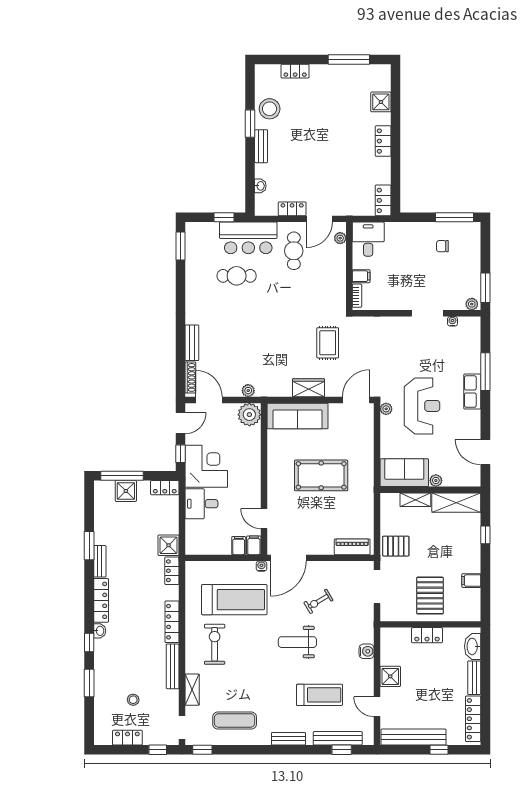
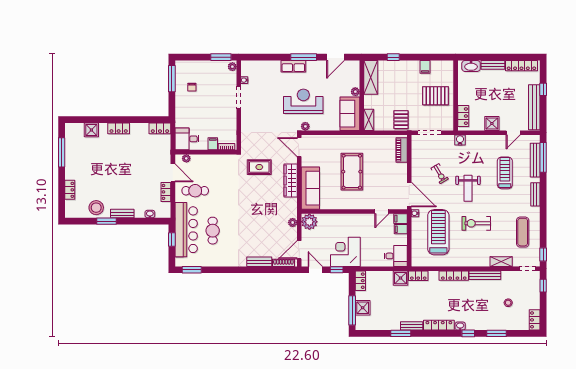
bar counter: (248, 238) -> (186, 230), width x1.36
window: (485, 372) -> (304, 57), moved
wardrobe: (309, 388) -> (291, 180), width x1.50
shelving: (415, 500) -> (369, 120), moved
desk: (201, 504) -> (396, 256), moved, turned -90
locker: (427, 635) -> (463, 116), moved
exercise bike: (215, 644) -> (476, 223), moved
water cooler: (367, 651) -> (460, 140), moved
locker: (127, 738) -> (535, 320), moved
window: (342, 750) -> (543, 157), width x2.17

